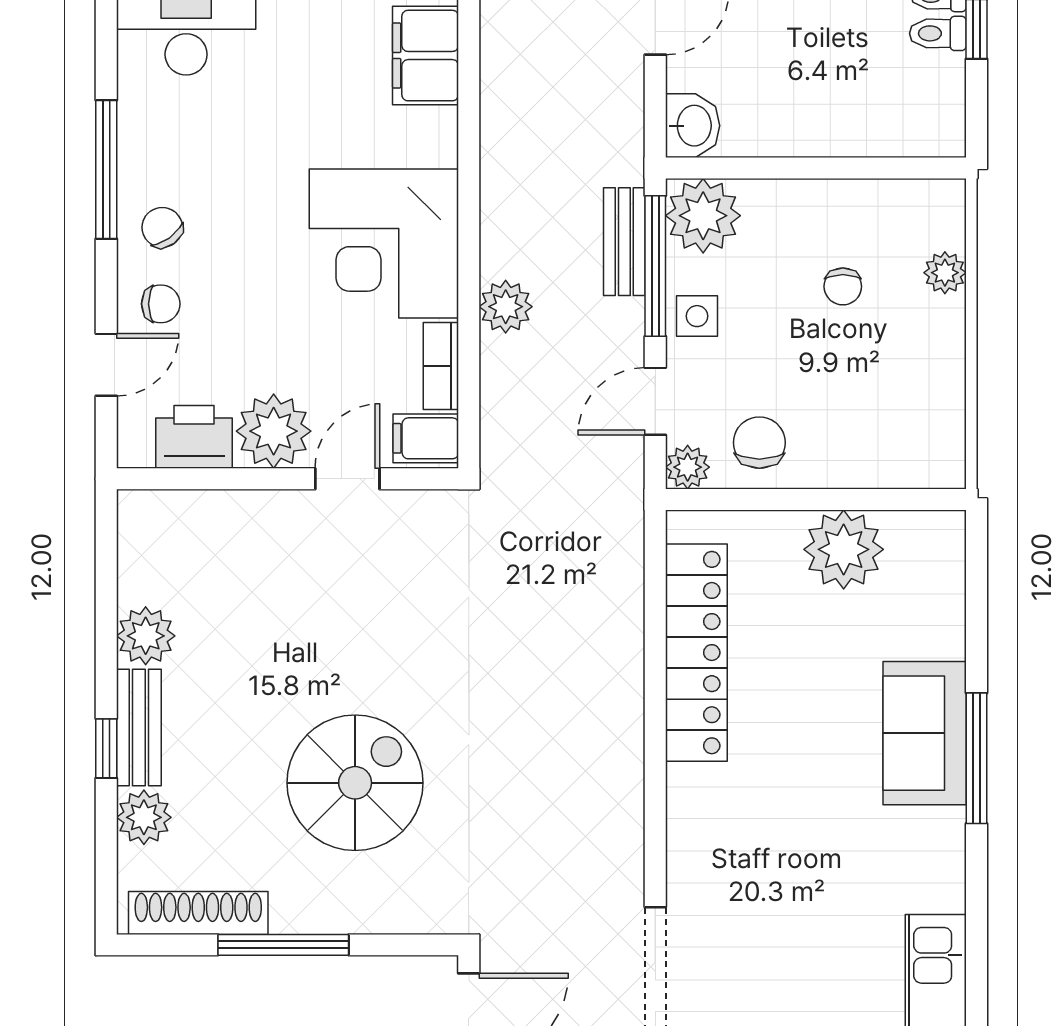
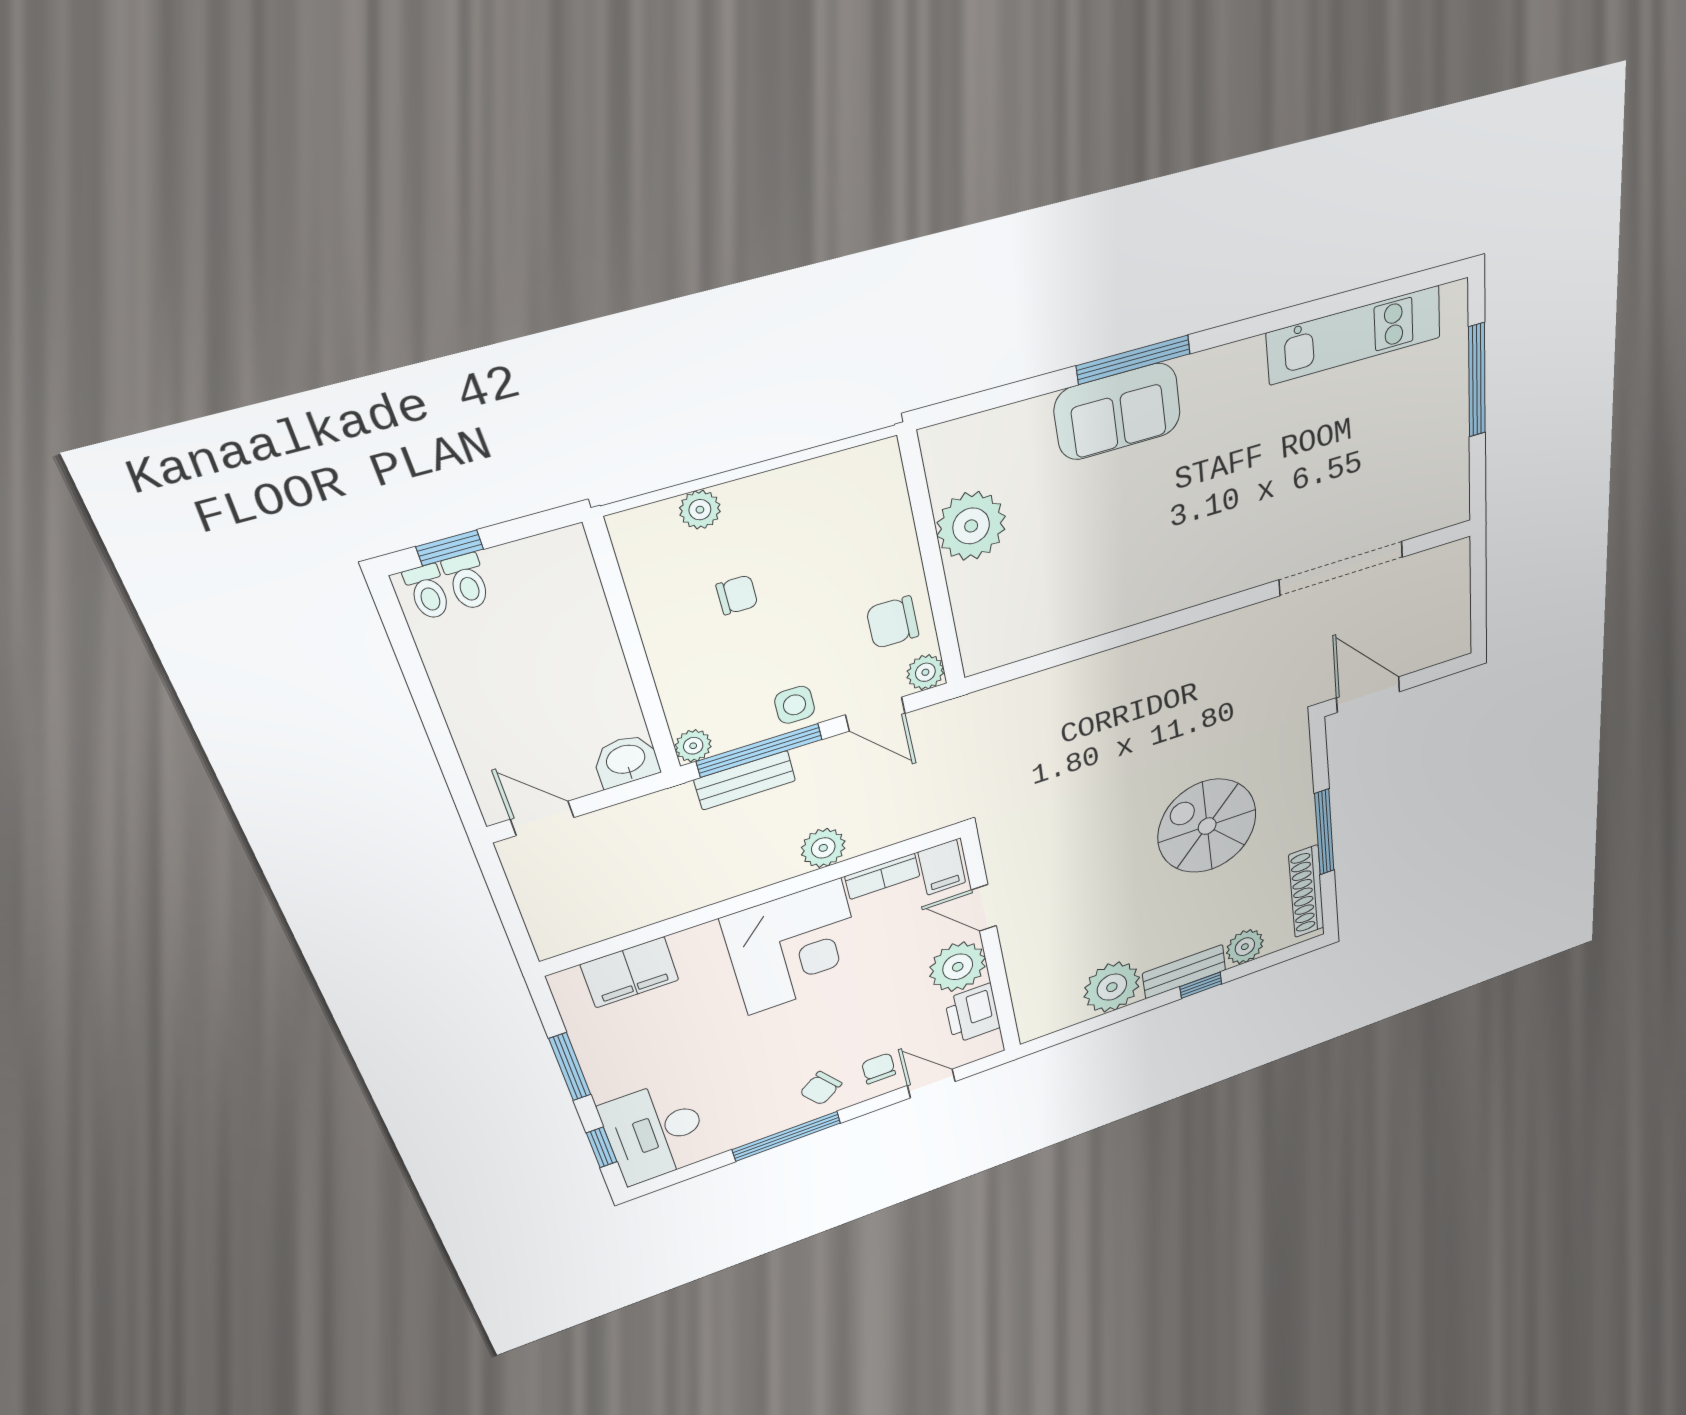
plant: (703, 216) -> (693, 746), width x0.53, depth x0.53
plant: (146, 636) -> (1112, 987), width x1.36, depth x1.36
locker: (696, 653) -> (1077, 618), removed

